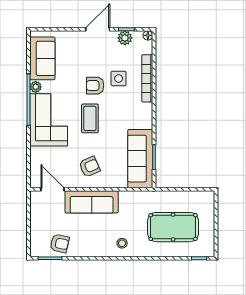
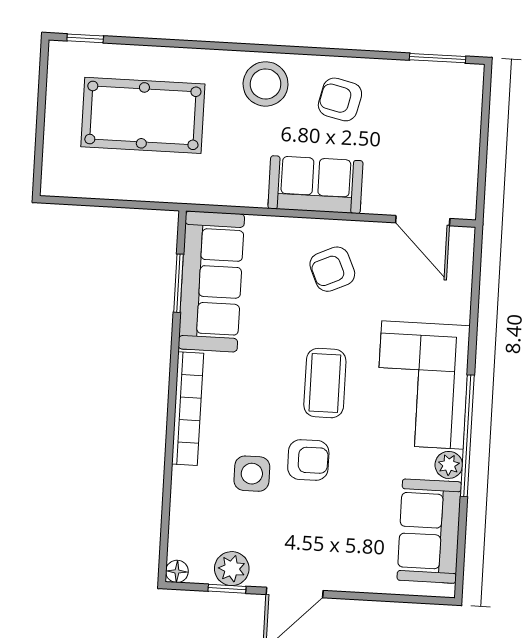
bookcase: (147, 78) -> (188, 409), moved
sofa: (92, 202) -> (315, 185), width x0.73
armchair: (60, 243) -> (340, 99), moved
stool: (122, 243) -> (266, 84), width x1.89, depth x1.89

